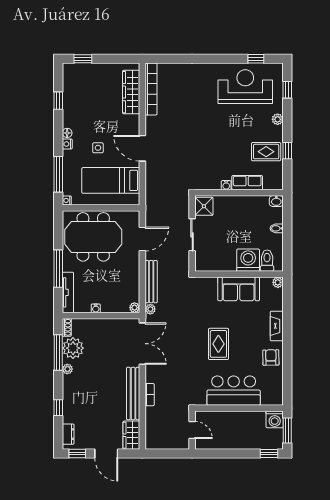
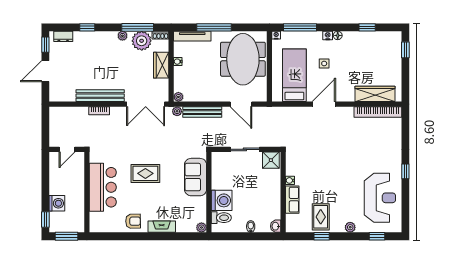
window: (256, 59) -> (405, 171), moved
sofa: (239, 289) -> (196, 177), moved
washing machine: (275, 419) -> (57, 203), moved, turned 180
wardrobe: (131, 435) -> (161, 65), moved, turned -90

